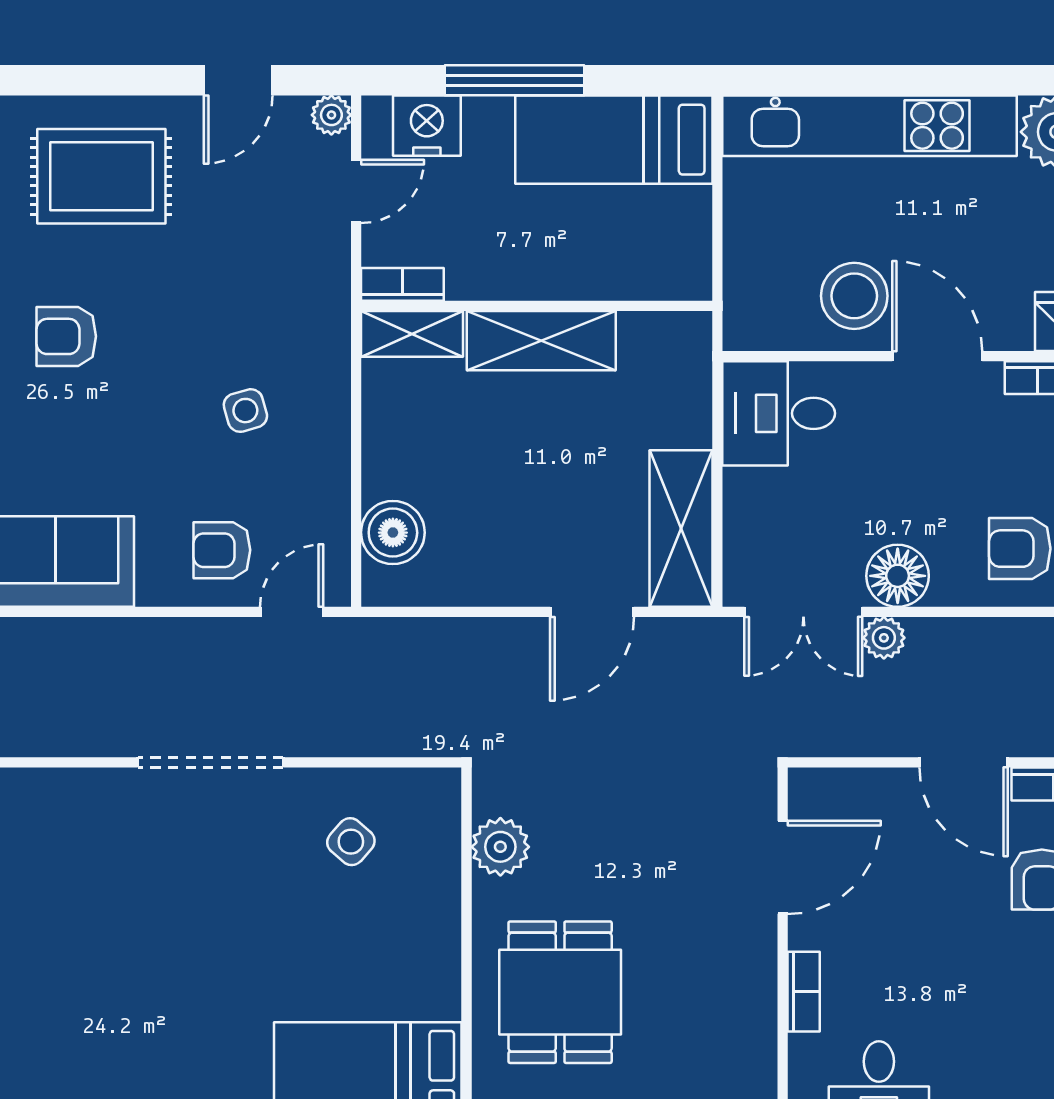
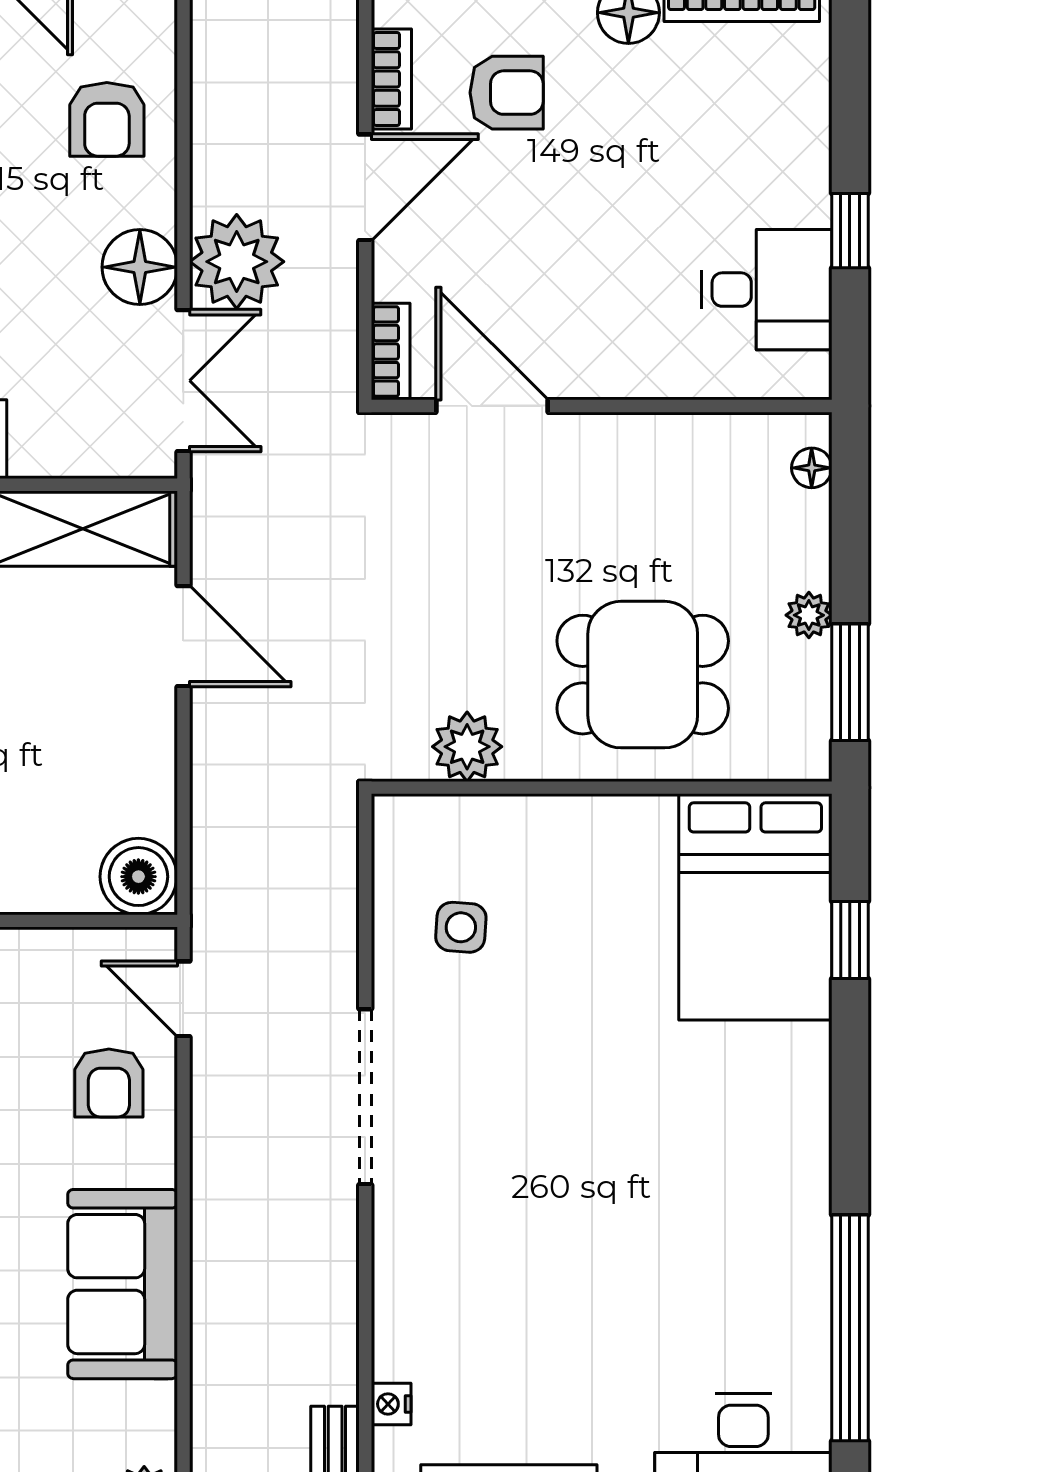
boiler: (393, 533) -> (138, 877), moved
plant: (884, 638) -> (237, 262), width x1.87, depth x1.87
side table: (351, 842) -> (461, 927), turned -37
bookcase: (804, 992) -> (391, 352), moved, turned 90

